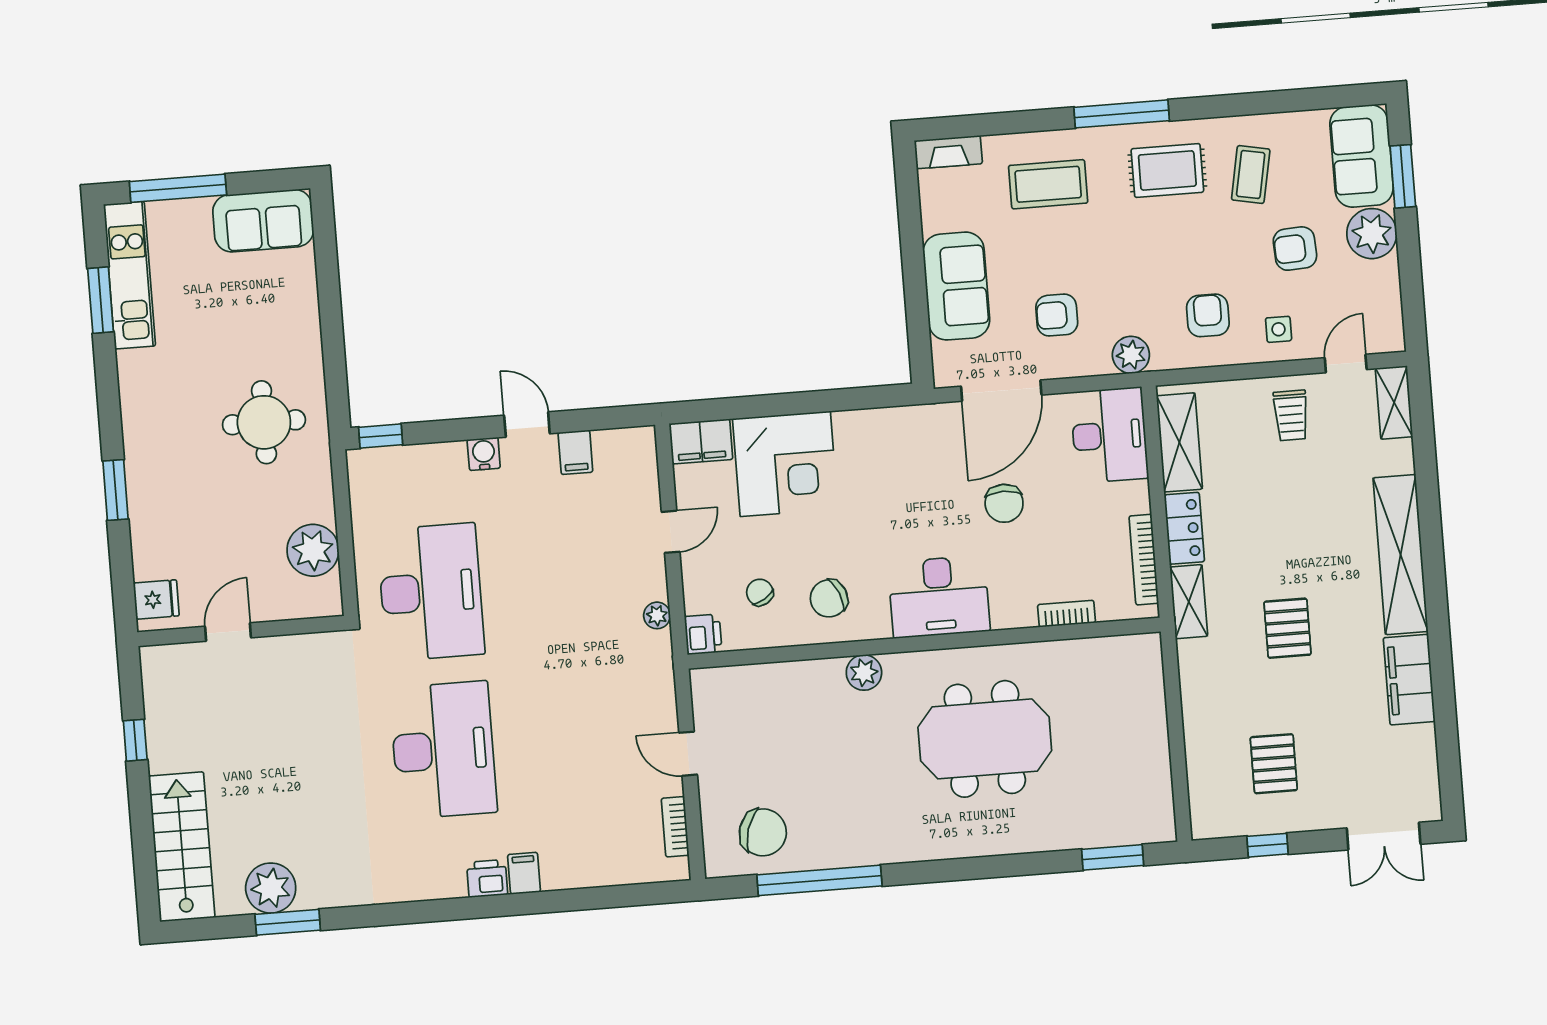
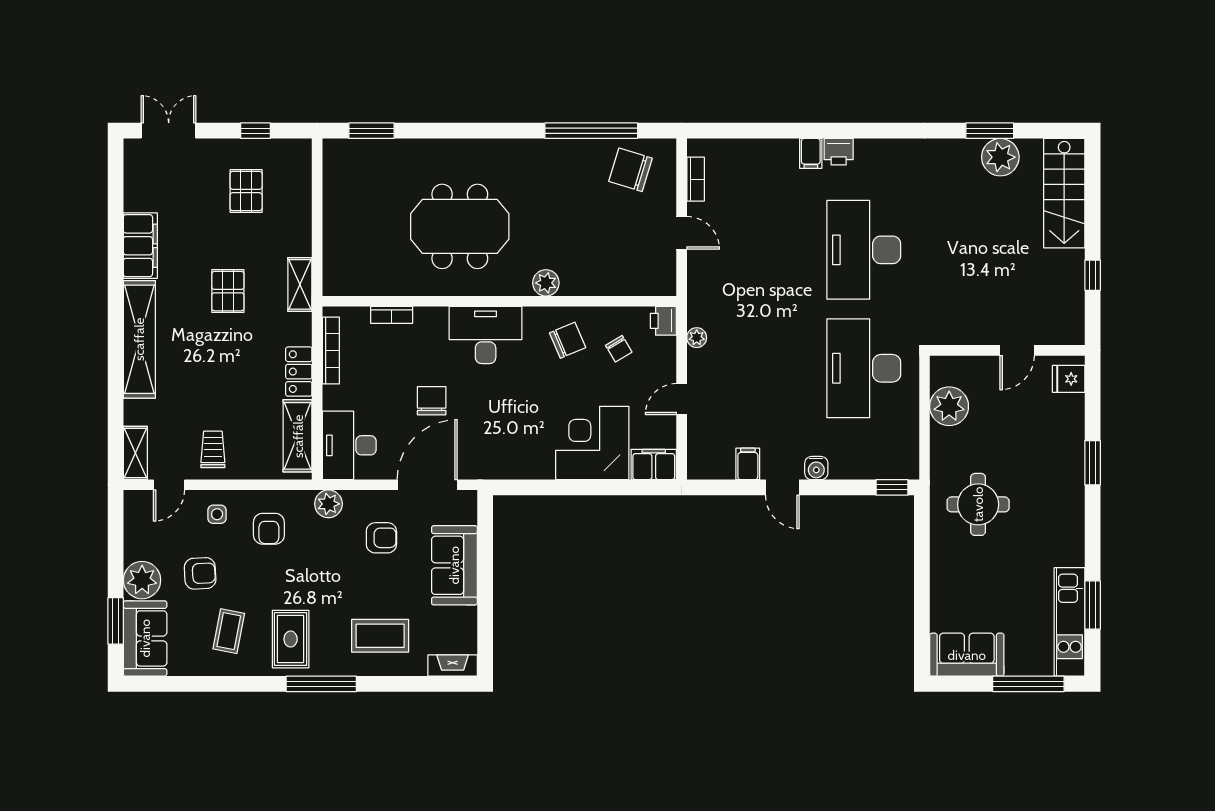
rug: (1167, 170) -> (291, 639), turned 90
shelving: (1189, 602) -> (300, 284), moved

